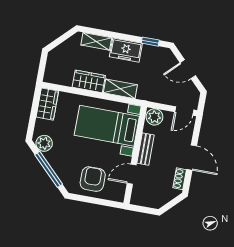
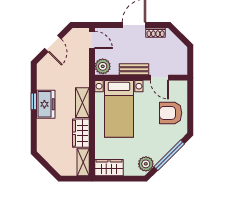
shelving: (96, 41) -> (83, 162), moved
window: (150, 42) -> (34, 101), moved

